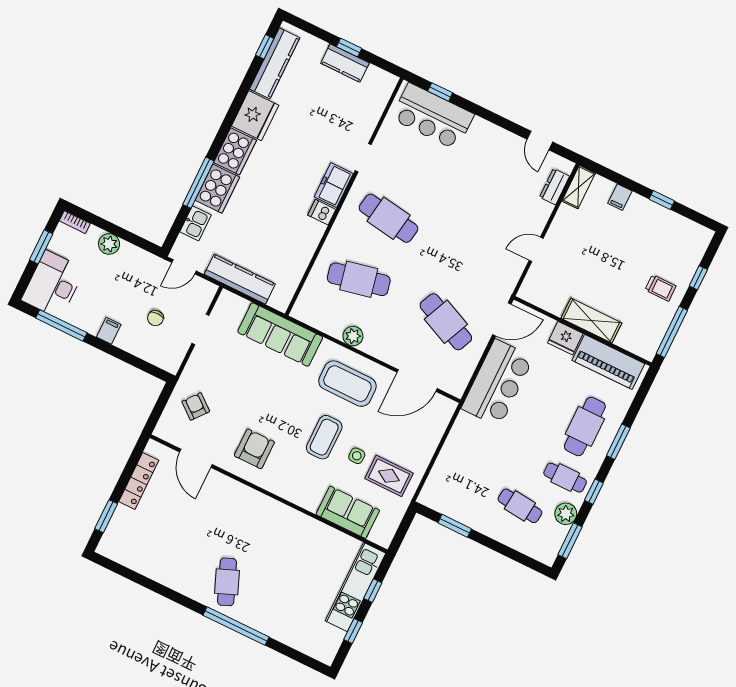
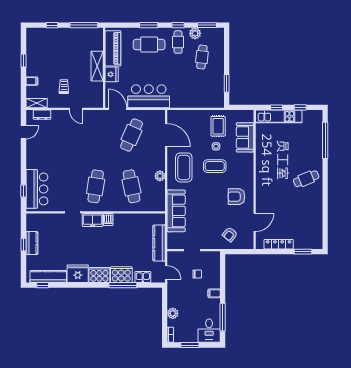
desk: (53, 284) -> (209, 331), width x0.73
trolley: (660, 288) -> (64, 87), moved
window: (236, 626) -> (325, 140), moved

